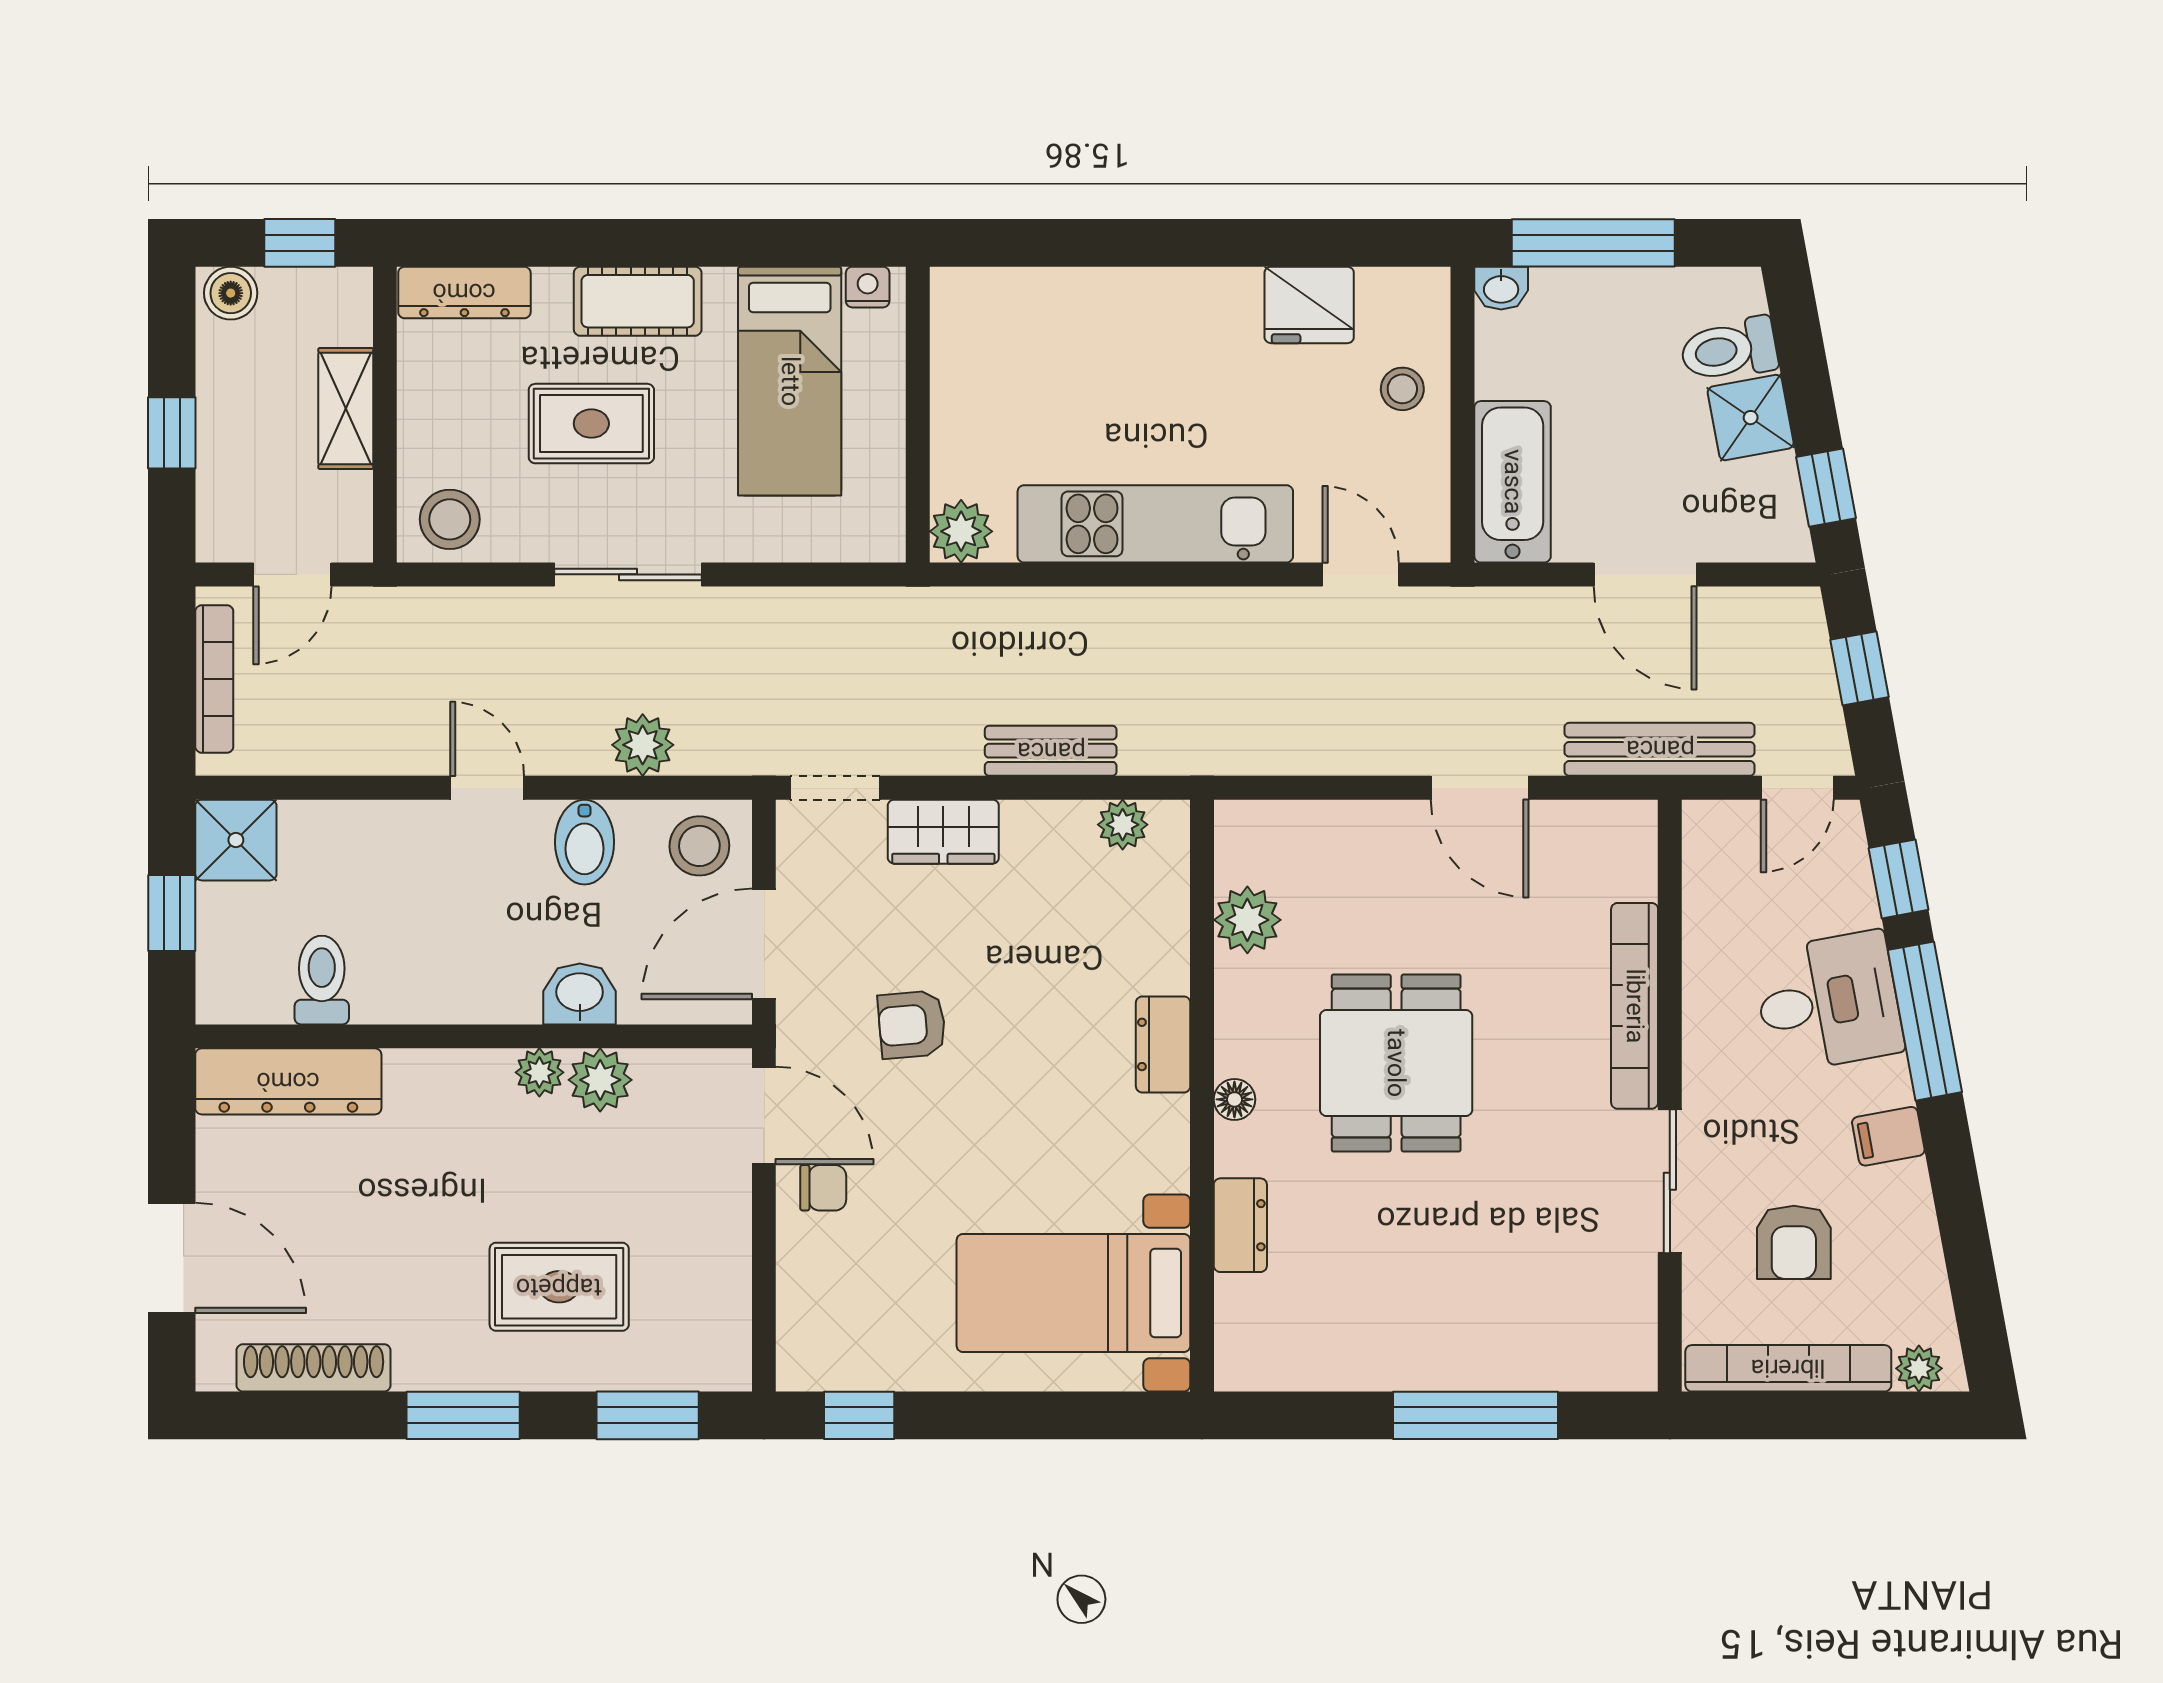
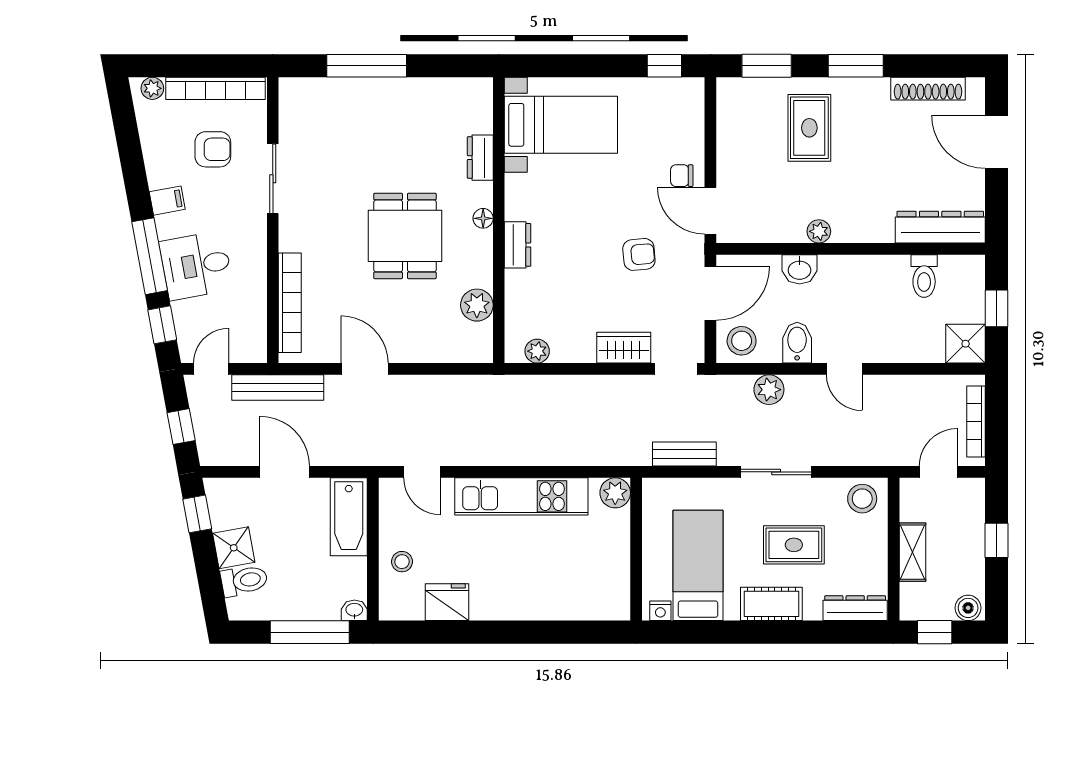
bench: (1051, 751) -> (684, 454), moved
bookcase: (1635, 1006) -> (290, 303), moved
plant: (600, 1080) -> (790, 228), removed
armchair: (1794, 1242) -> (213, 149), turned 90
rug: (559, 1287) -> (809, 128), turned 90

